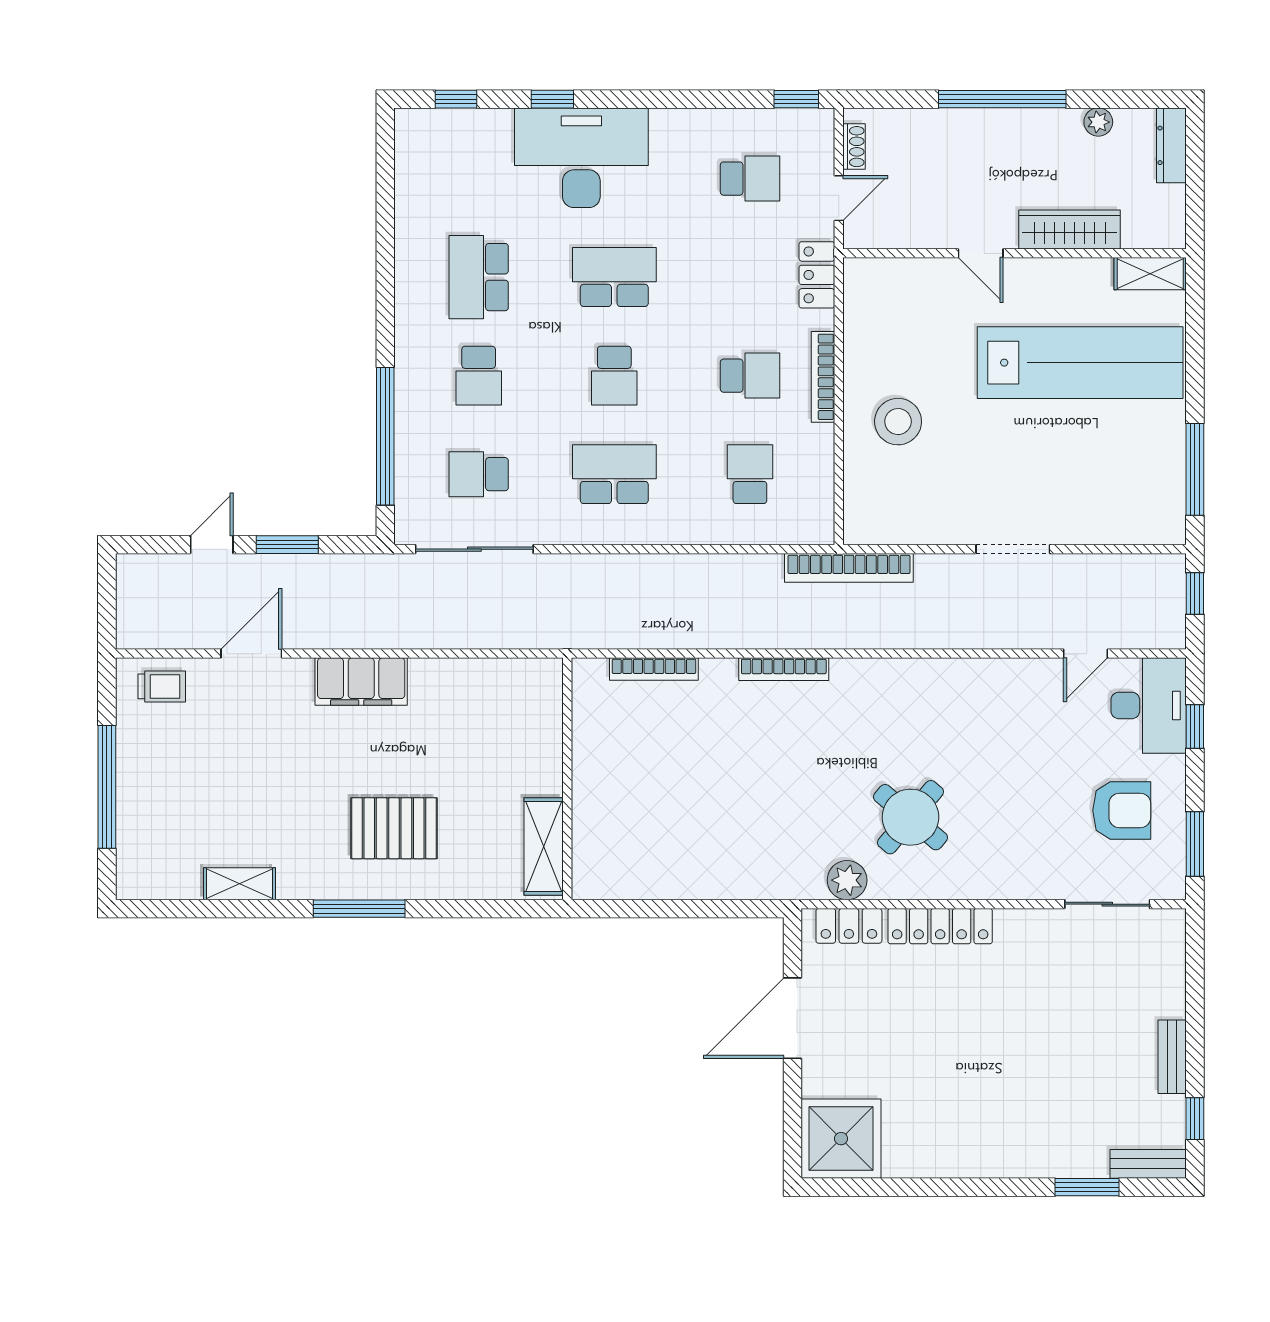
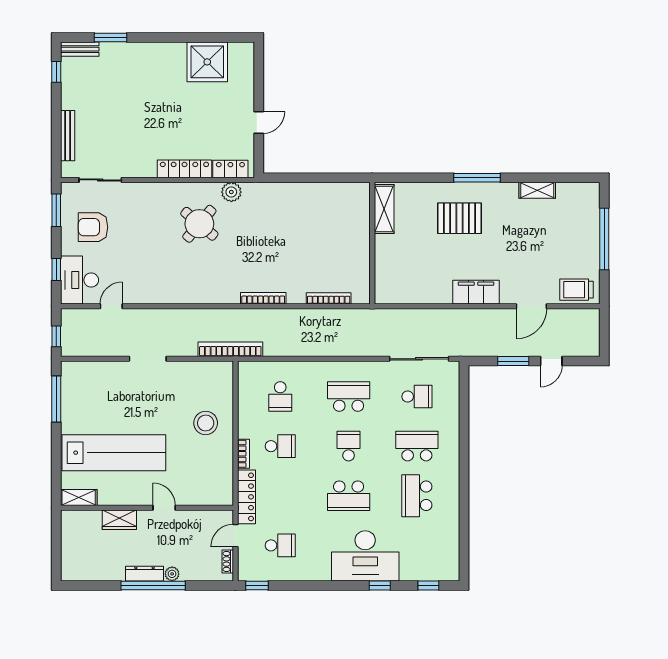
plant: (1098, 122) -> (172, 574), moved
dresser: (1171, 145) -> (145, 574), moved, turned -90
school desk: (750, 179) -> (280, 545), turned 180
wardrobe: (1070, 229) -> (119, 520), width x0.67
locker: (817, 275) -> (247, 497), width x1.53
school desk: (479, 277) -> (417, 496), turned 180
lab bench: (1080, 363) -> (114, 453), turned 180
school desk: (479, 376) -> (417, 446), width x1.85
school desk: (750, 376) -> (280, 446), turned 180
bookcase: (823, 377) -> (243, 454), width x0.64
window: (385, 436) -> (464, 416), removed
school desk: (614, 474) -> (349, 397), turned 180
trolley: (162, 686) -> (576, 290), width x1.36, depth x1.39
door: (793, 1018) -> (259, 123), width x0.53
bench: (1172, 1057) -> (68, 136), moved, width x1.36
shower: (841, 1139) -> (207, 62), moved

